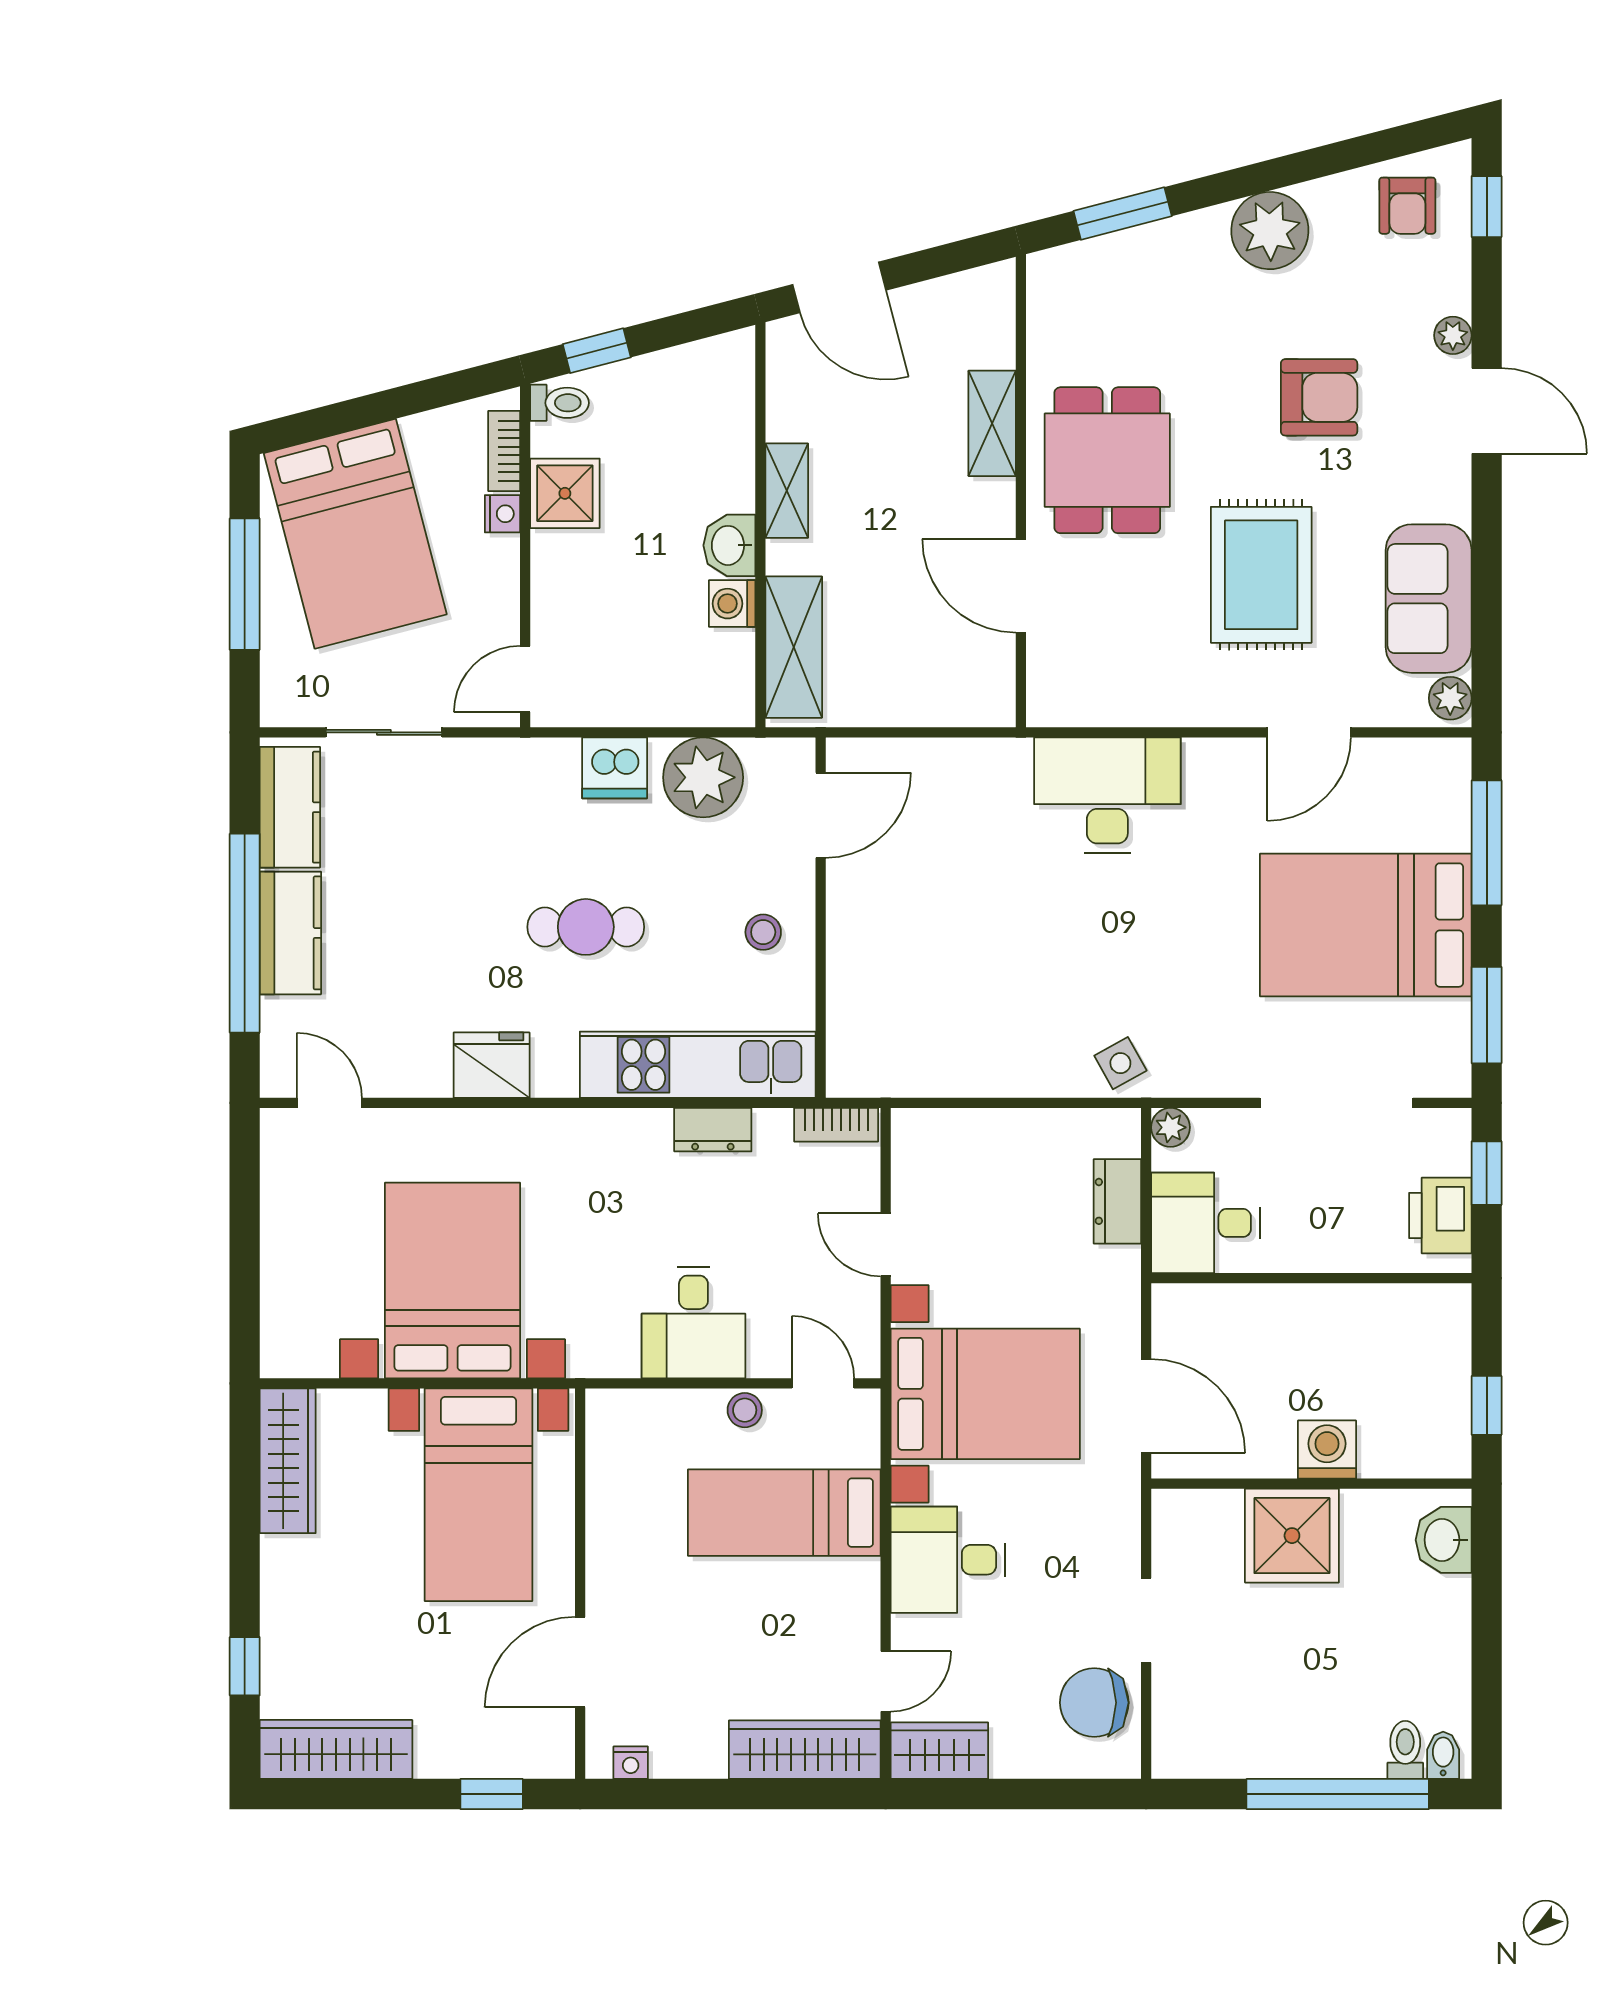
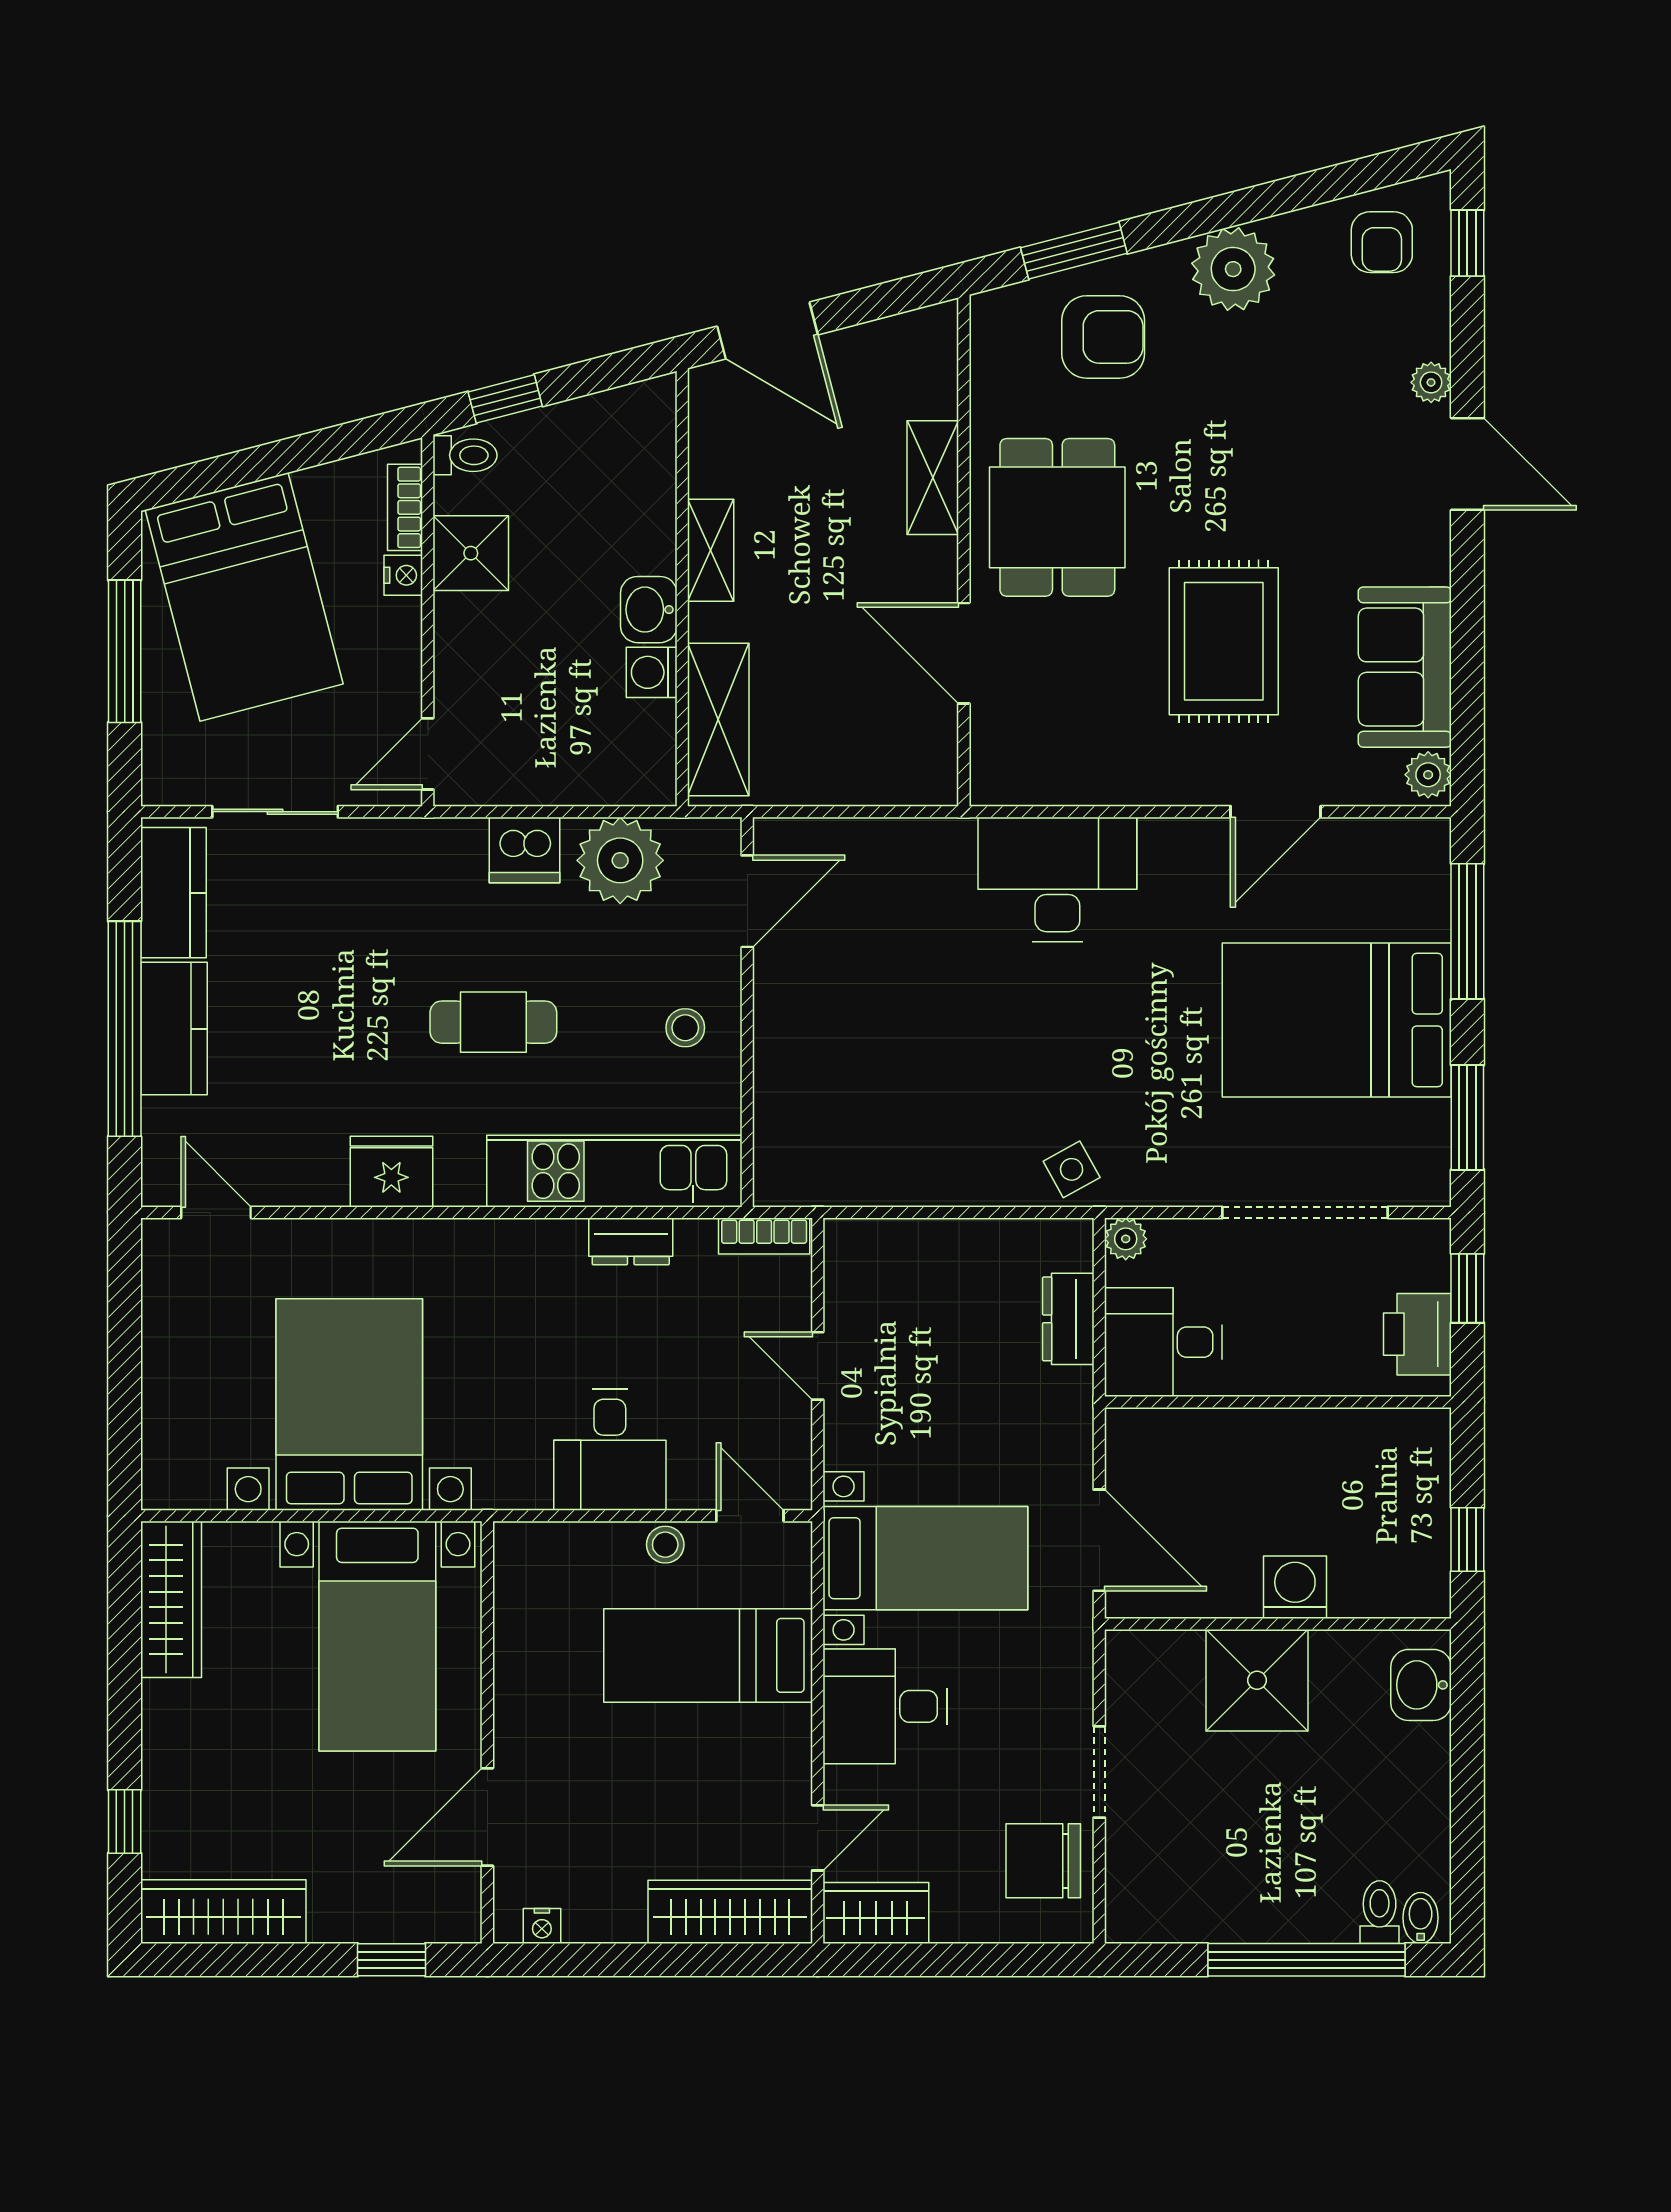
armchair: (1319, 397) -> (1103, 337), moved
bed with nightstands: (985, 1394) -> (925, 1558), width x0.73

